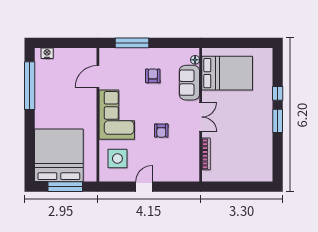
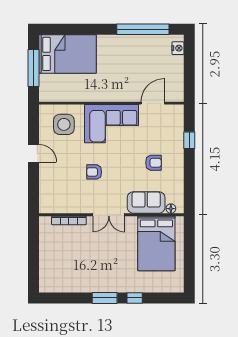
window: (132, 43) -> (189, 140), width x0.46
door: (98, 76) -> (153, 103), hinge flipped
bed: (59, 155) -> (67, 54), width x0.73

